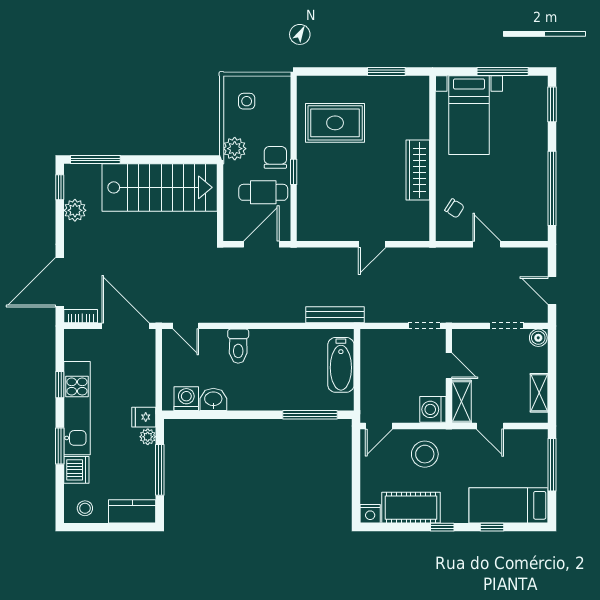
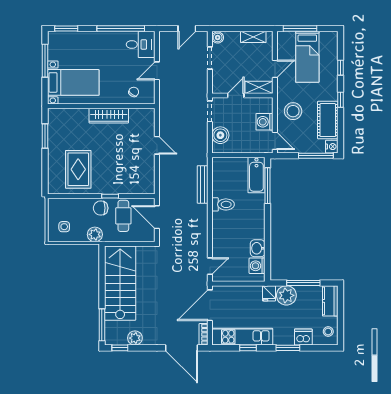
desk: (528, 219) -> (141, 44), added
bench: (335, 315) -> (203, 184), moved
boiler: (388, 342) -> (220, 135), added
toilet: (238, 346) -> (223, 204), moved
bathtub: (341, 365) -> (256, 175), moved, turned 90
kitchen unit: (77, 408) -> (242, 337), moved
washing machine: (433, 409) -> (264, 122), moved, turned 90
plant: (148, 437) -> (286, 295), width x1.88, depth x1.88
window: (356, 489) -> (316, 156), added
bed: (509, 505) -> (307, 57), moved

